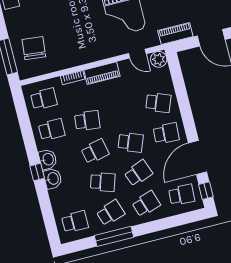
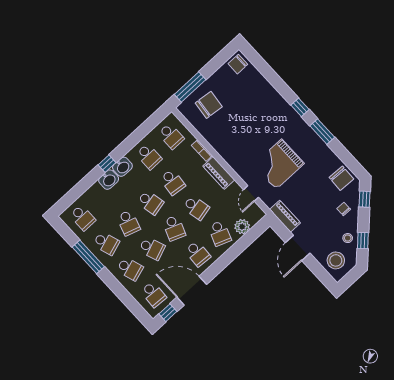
plant: (159, 59) -> (242, 227), moved
school desk: (123, 112) -> (196, 208), added

